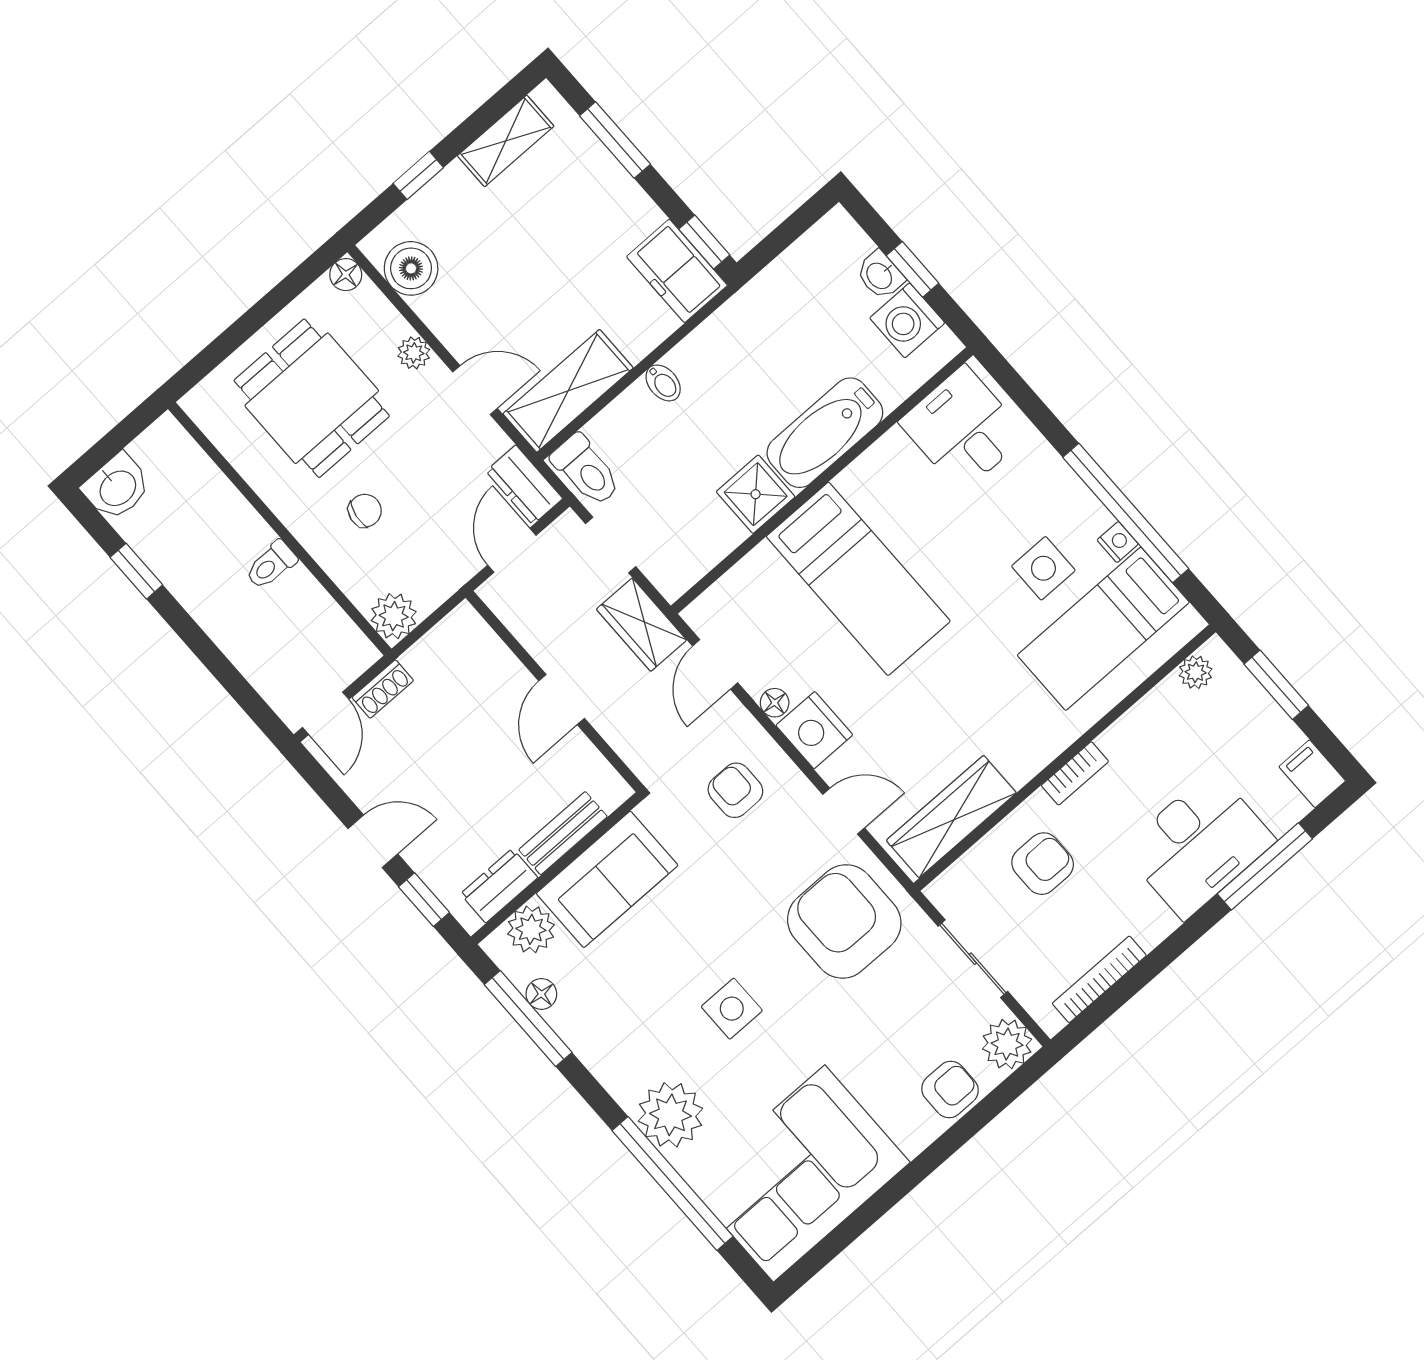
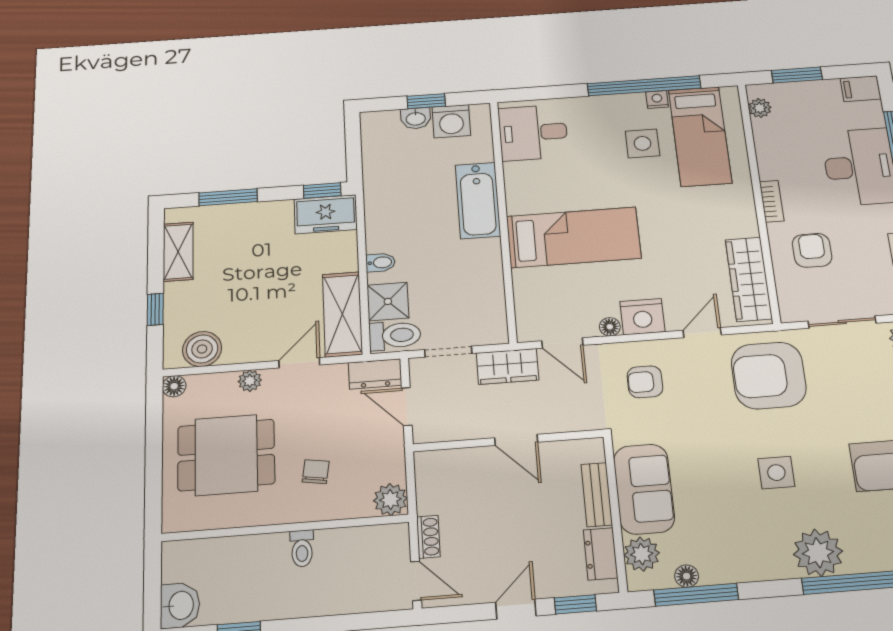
shower: (756, 494) -> (388, 301), moved

